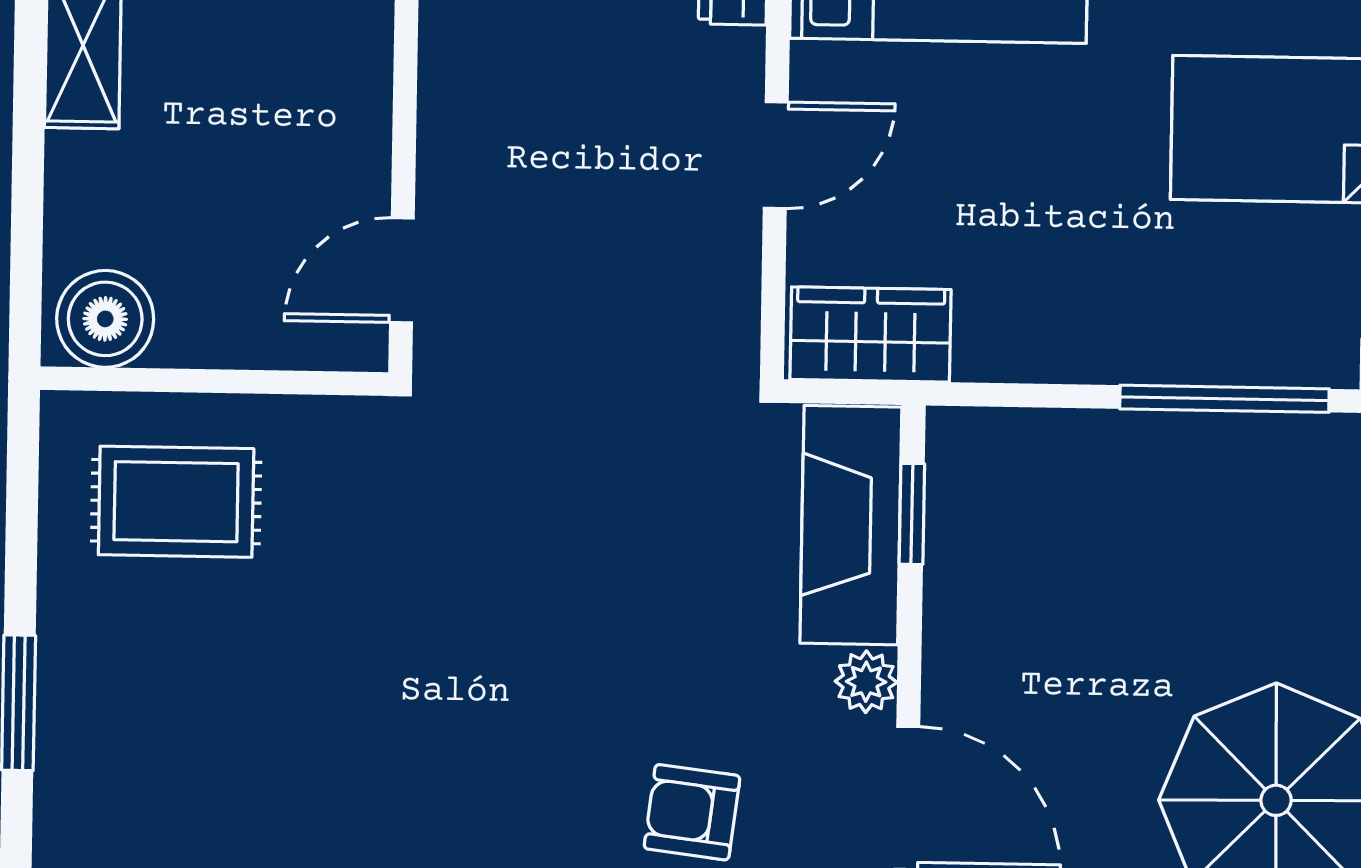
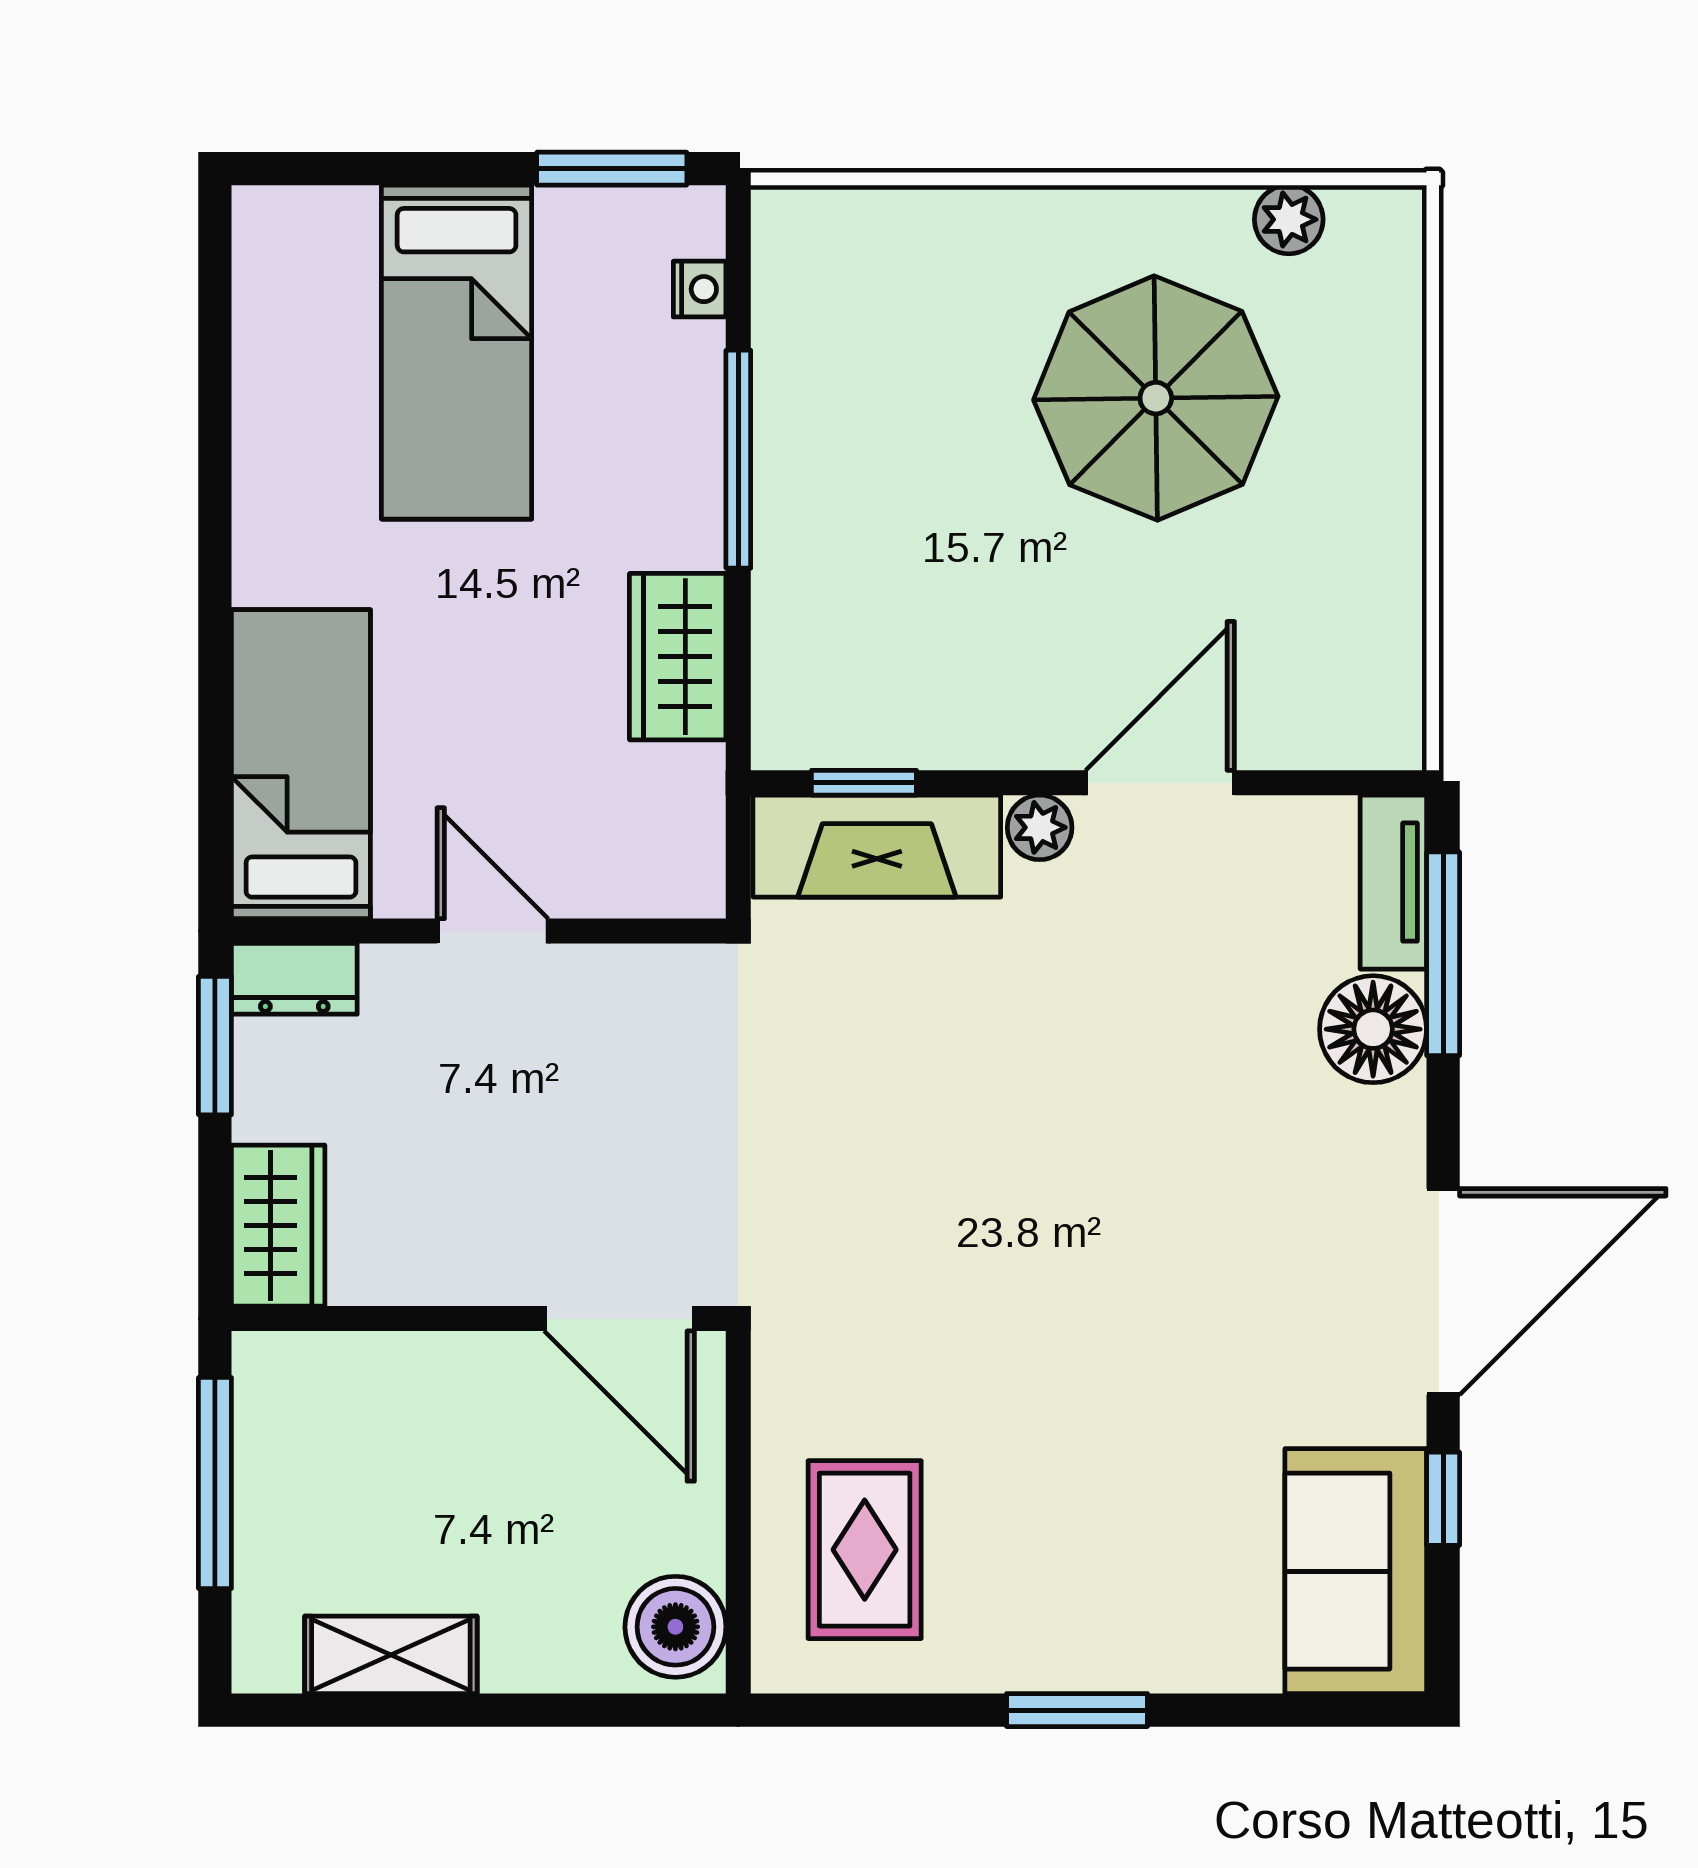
door: (402, 270) -> (619, 1319), width x1.38
wardrobe: (871, 334) -> (678, 657), moved
armchair: (692, 812) -> (1179, 1006), removed

